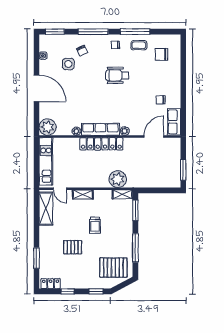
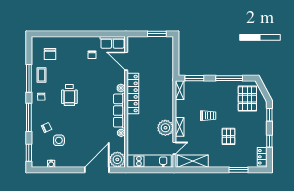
door: (36, 88) -> (97, 170), moved
locker: (101, 144) -> (133, 94), moved
plant: (118, 179) -> (165, 128), moved

